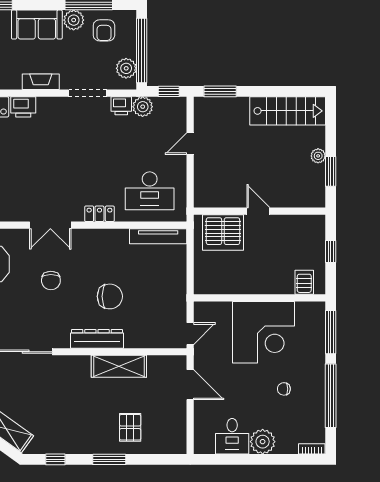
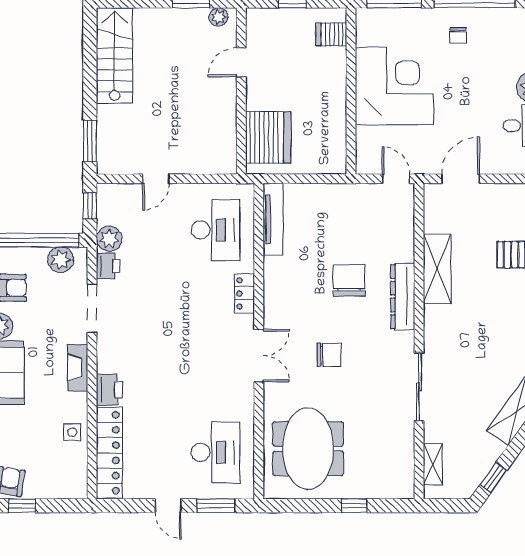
door: (190, 144) -> (156, 179), hinge flipped
plant: (318, 156) -> (219, 17), moved
door: (258, 211) -> (241, 62), moved
chair: (284, 389) -> (458, 36), moved

